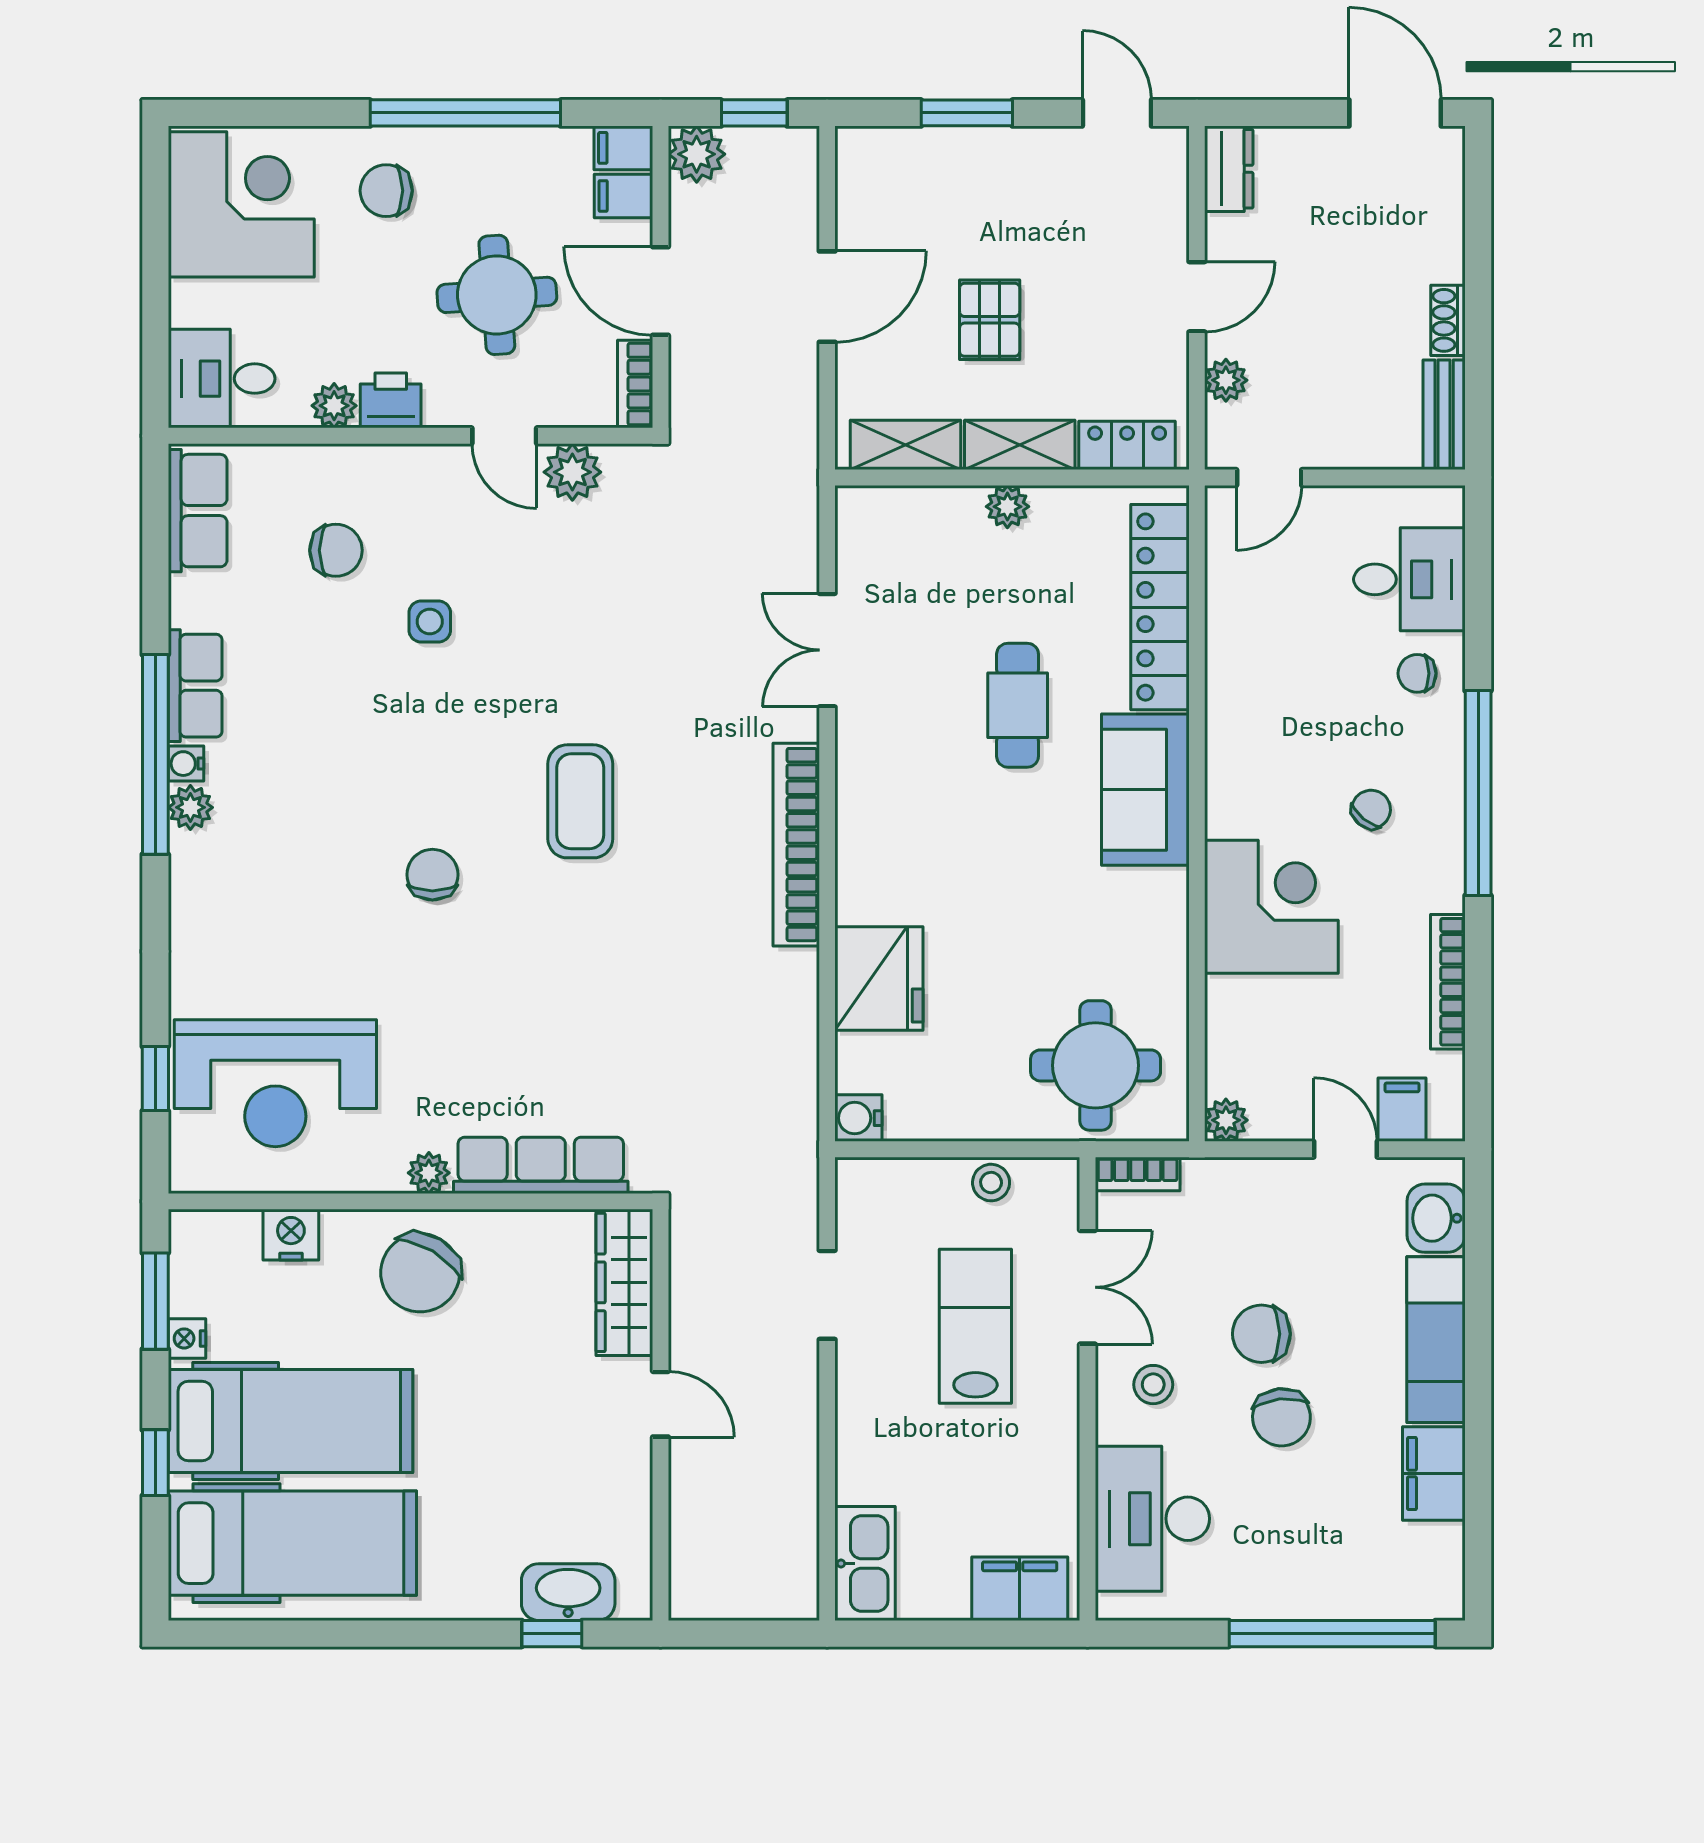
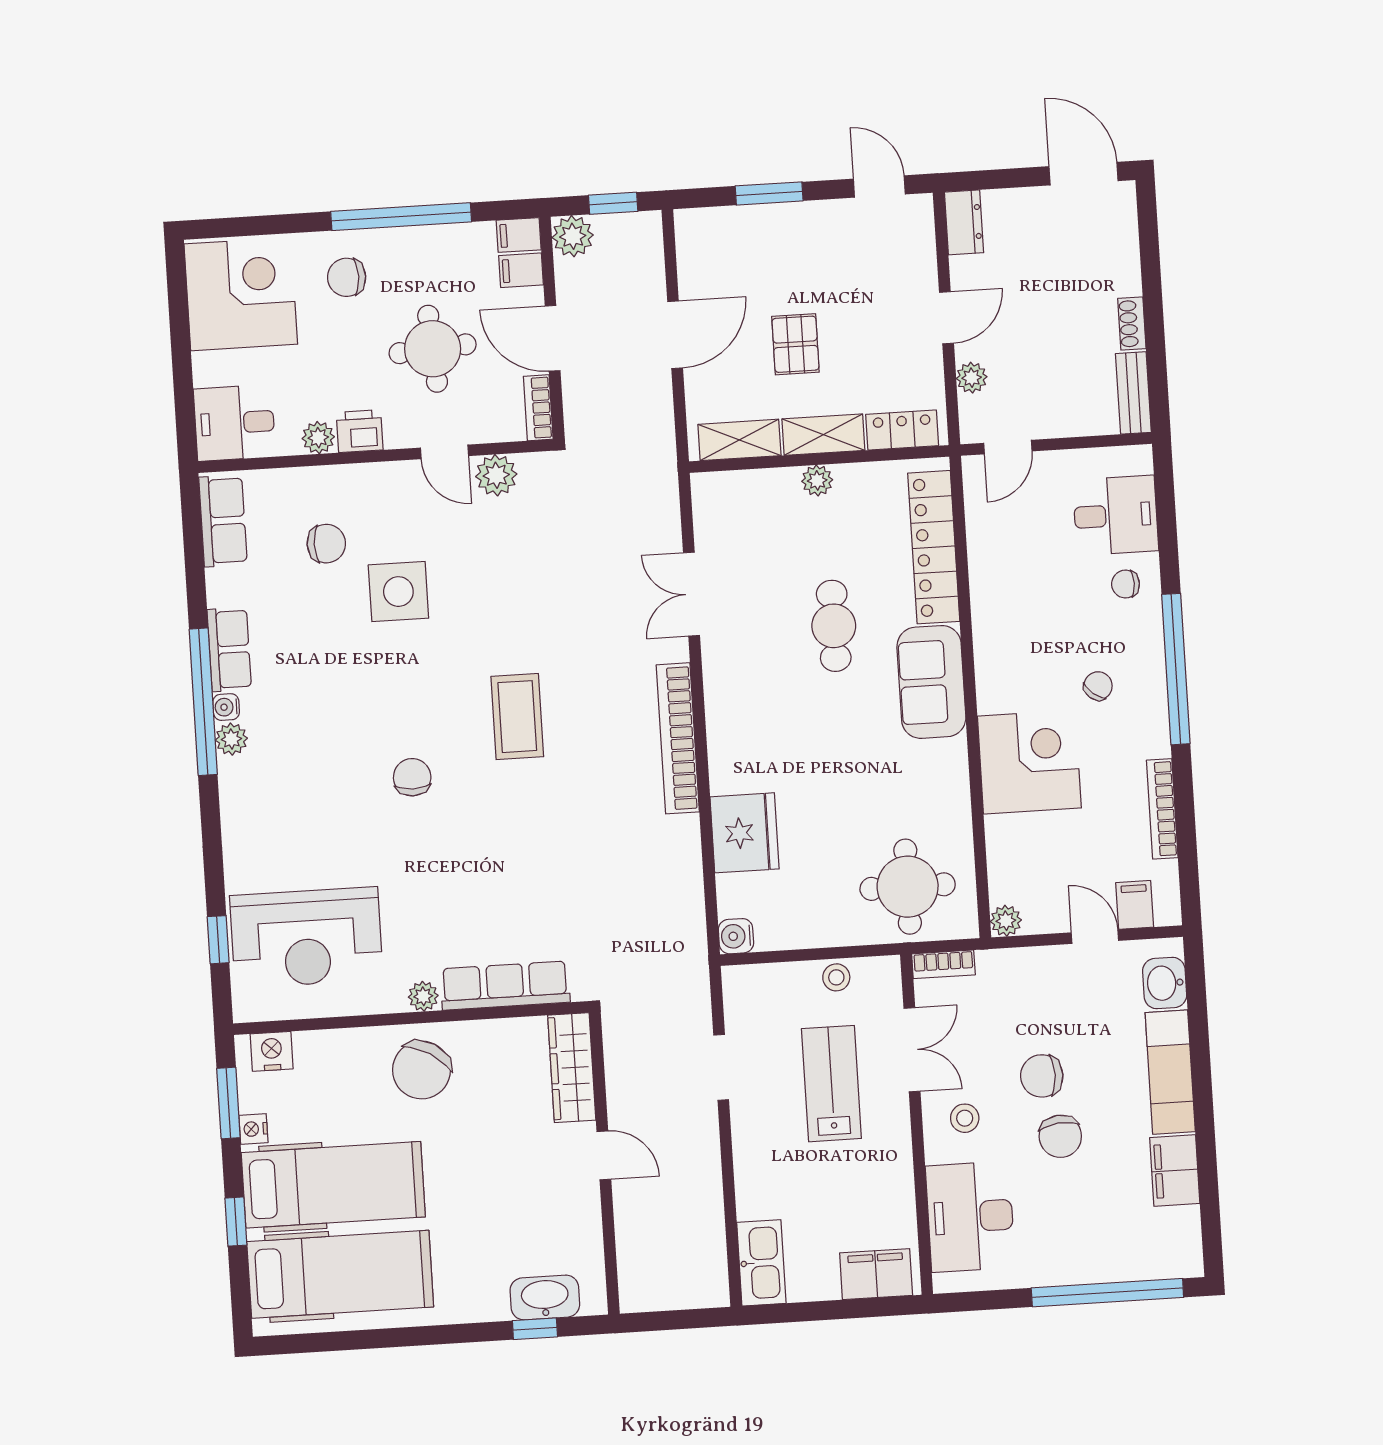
side table: (430, 621) -> (398, 592), width x1.87, depth x1.87
nightstand: (291, 1235) -> (272, 1051), moved

